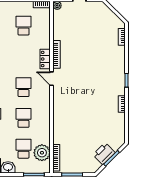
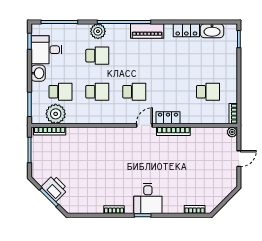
desk: (113, 76) -> (148, 198), added

